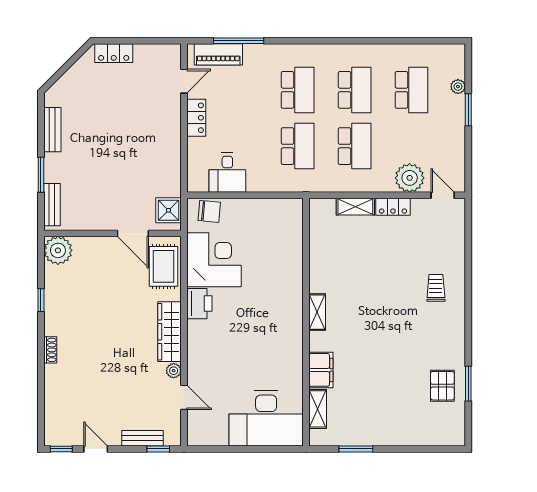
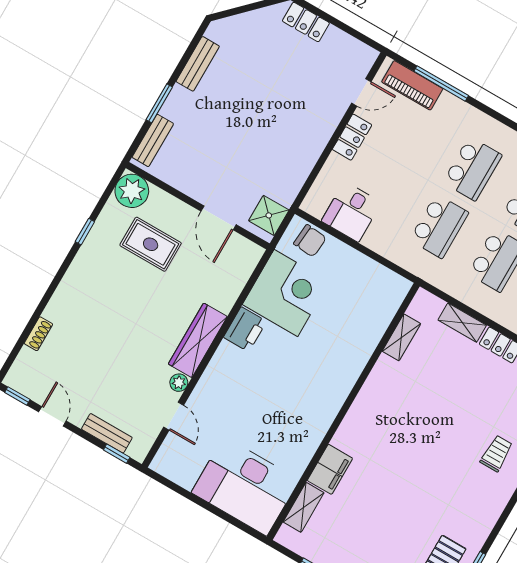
rug: (164, 266) -> (151, 244), moved, turned 90
shelving: (317, 312) -> (401, 337), moved
shoe rack: (50, 350) -> (38, 334), moved

